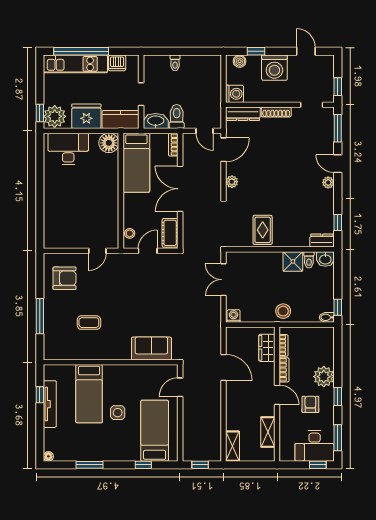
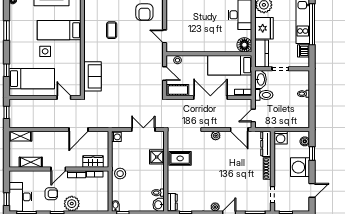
shower: (293, 261) -> (157, 157), moved

